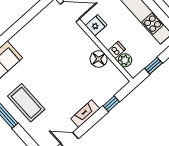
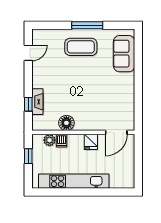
fireplace: (85, 114) -> (37, 102), moved

